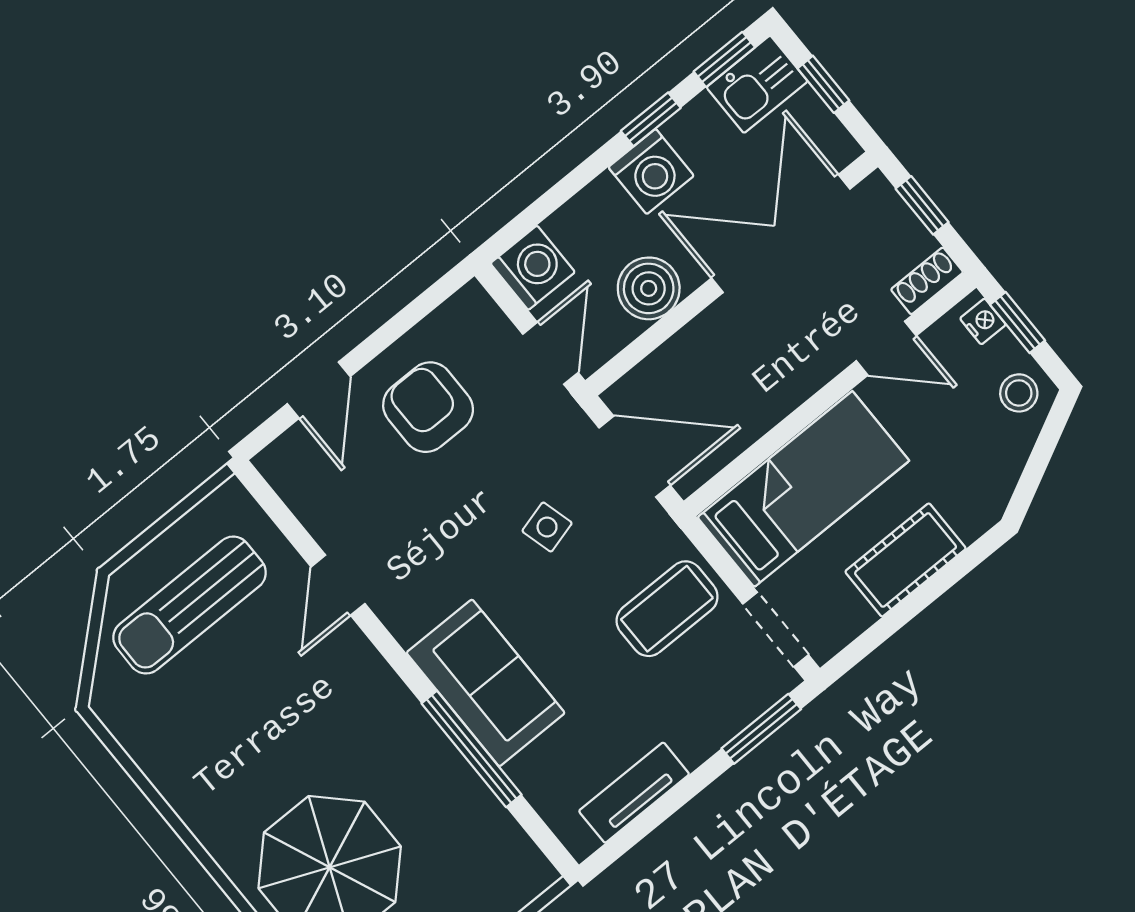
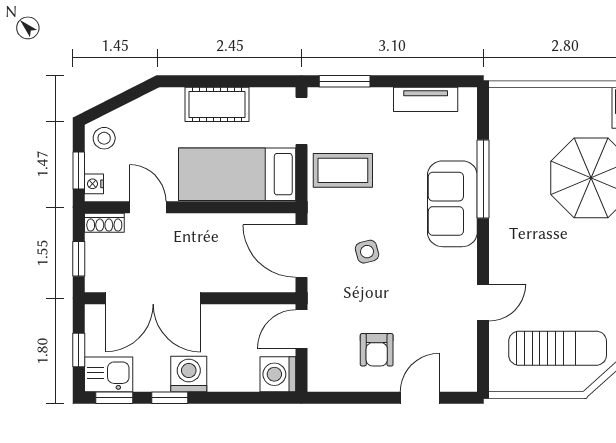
boiler: (649, 288) -> (233, 322), removed
armchair: (428, 407) -> (377, 350), width x0.72, depth x0.72

